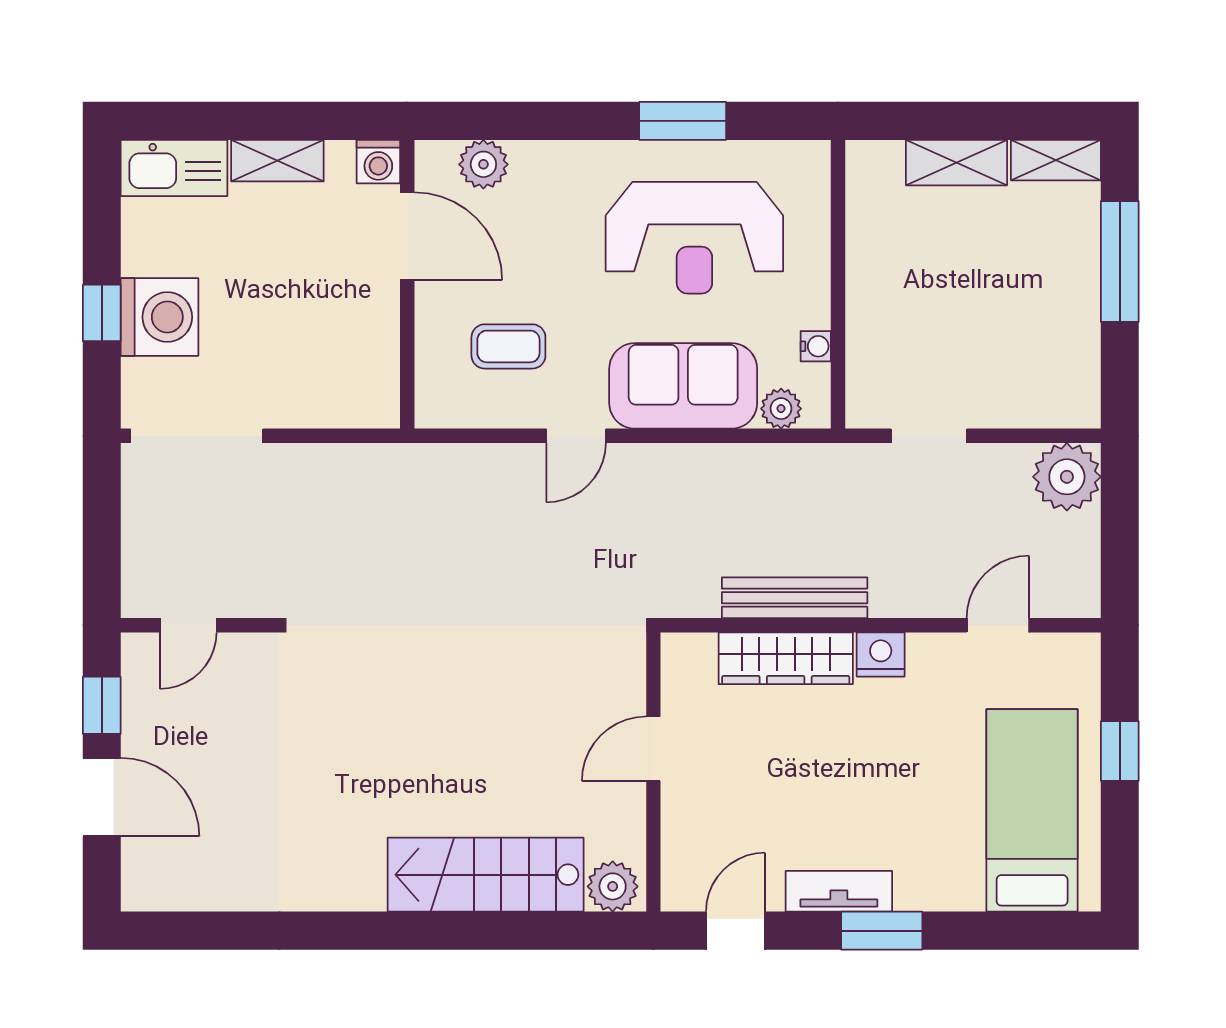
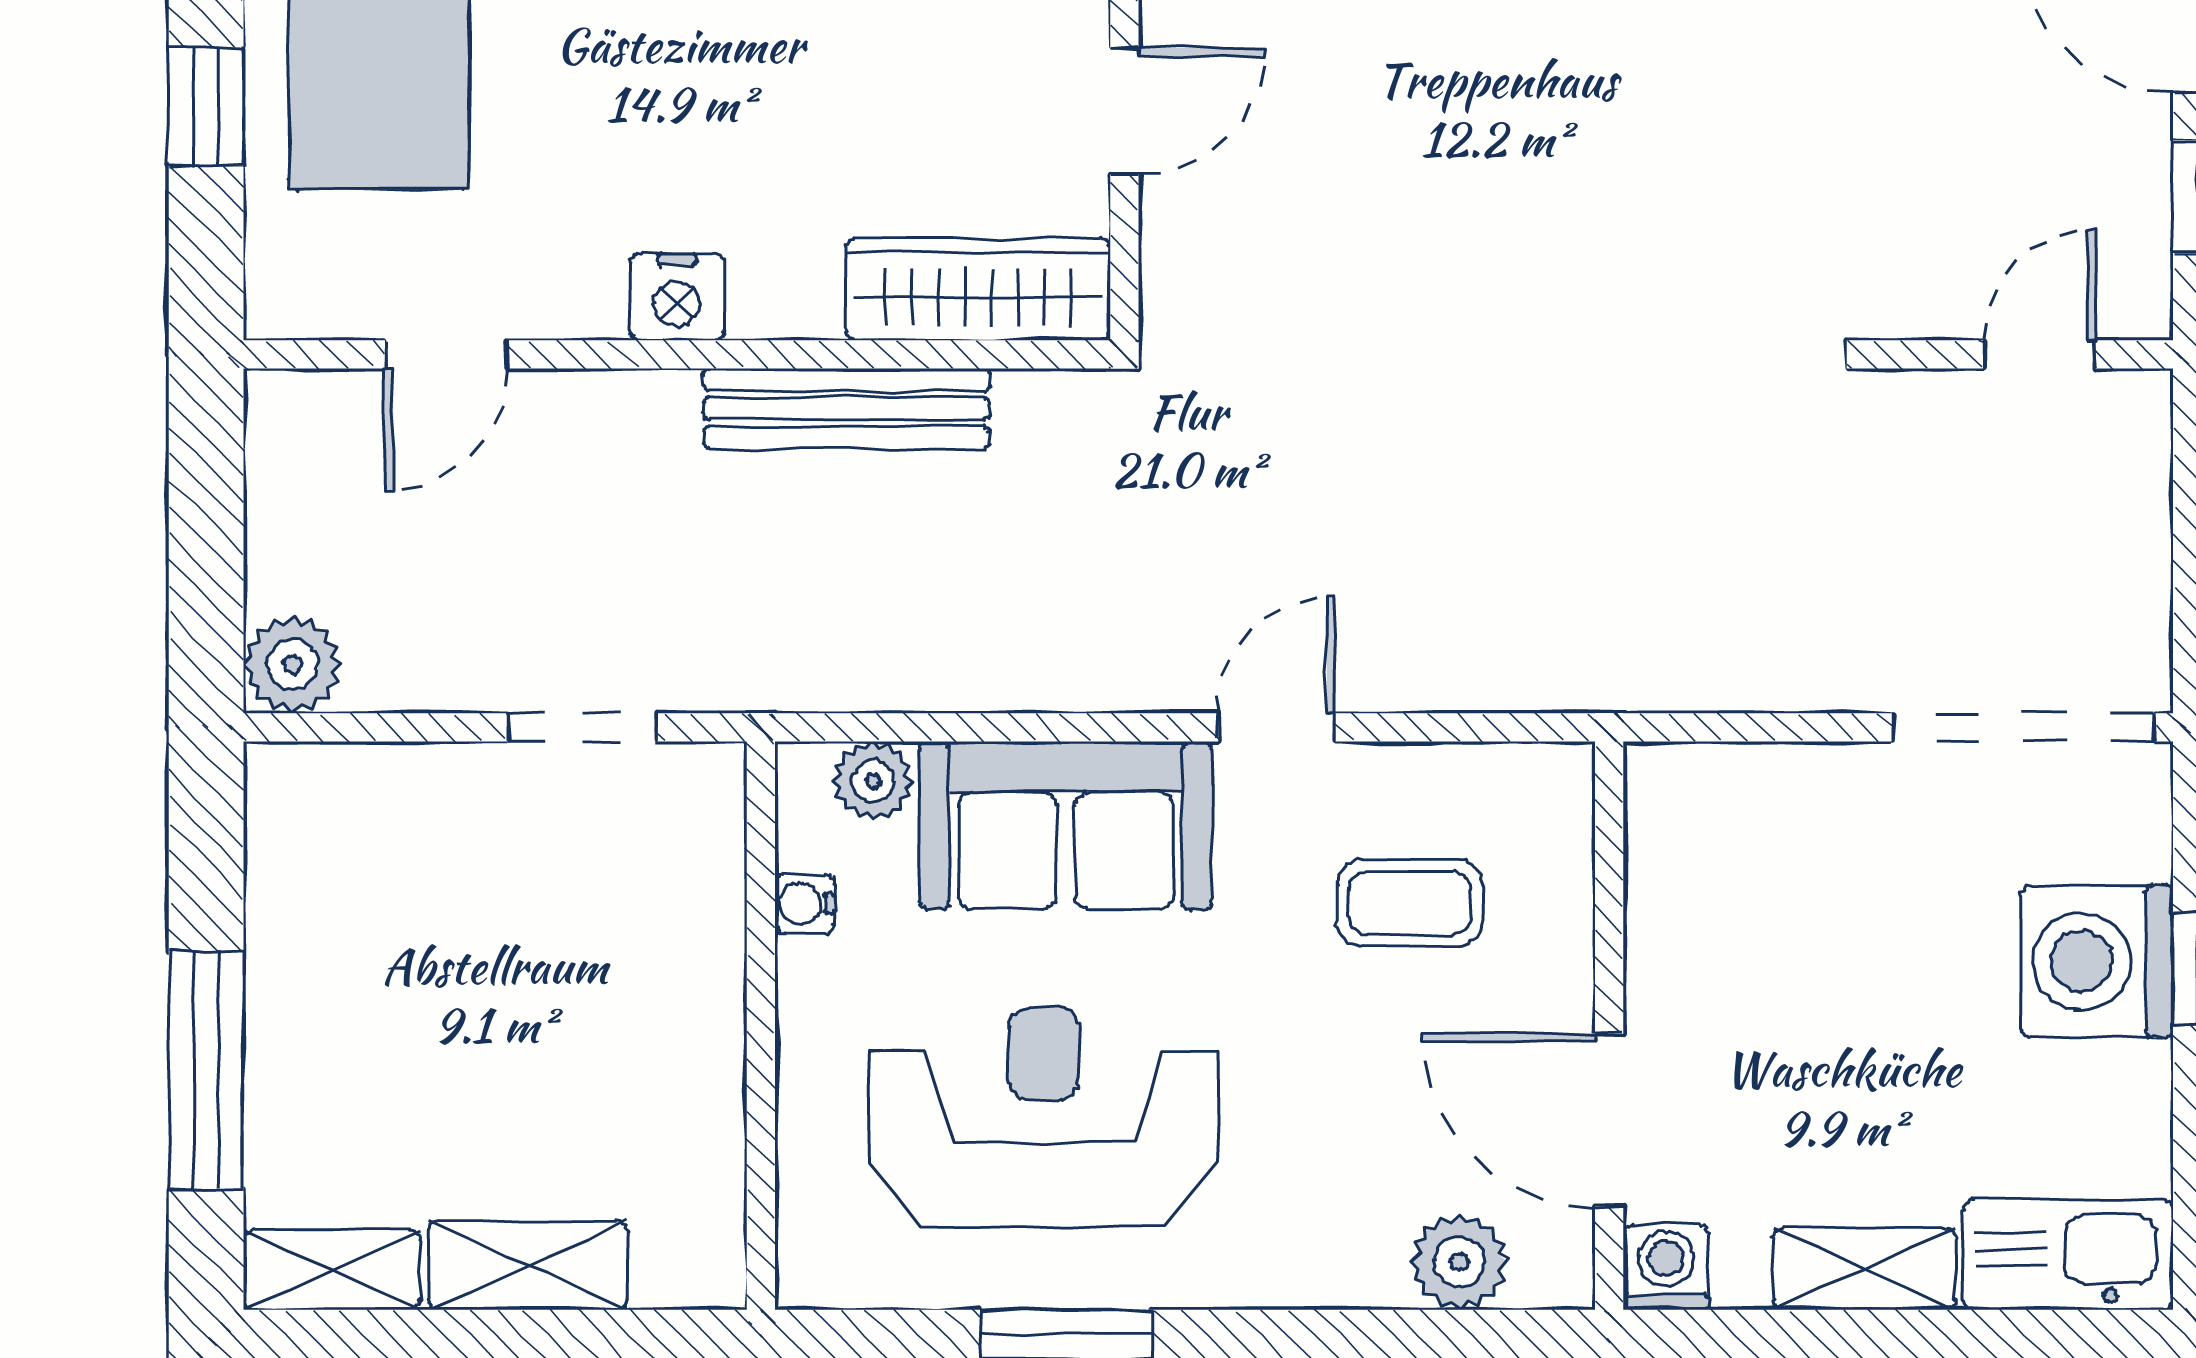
plant: (1067, 477) -> (292, 664), width x0.73, depth x0.73
wardrobe: (786, 658) -> (978, 289), moved

